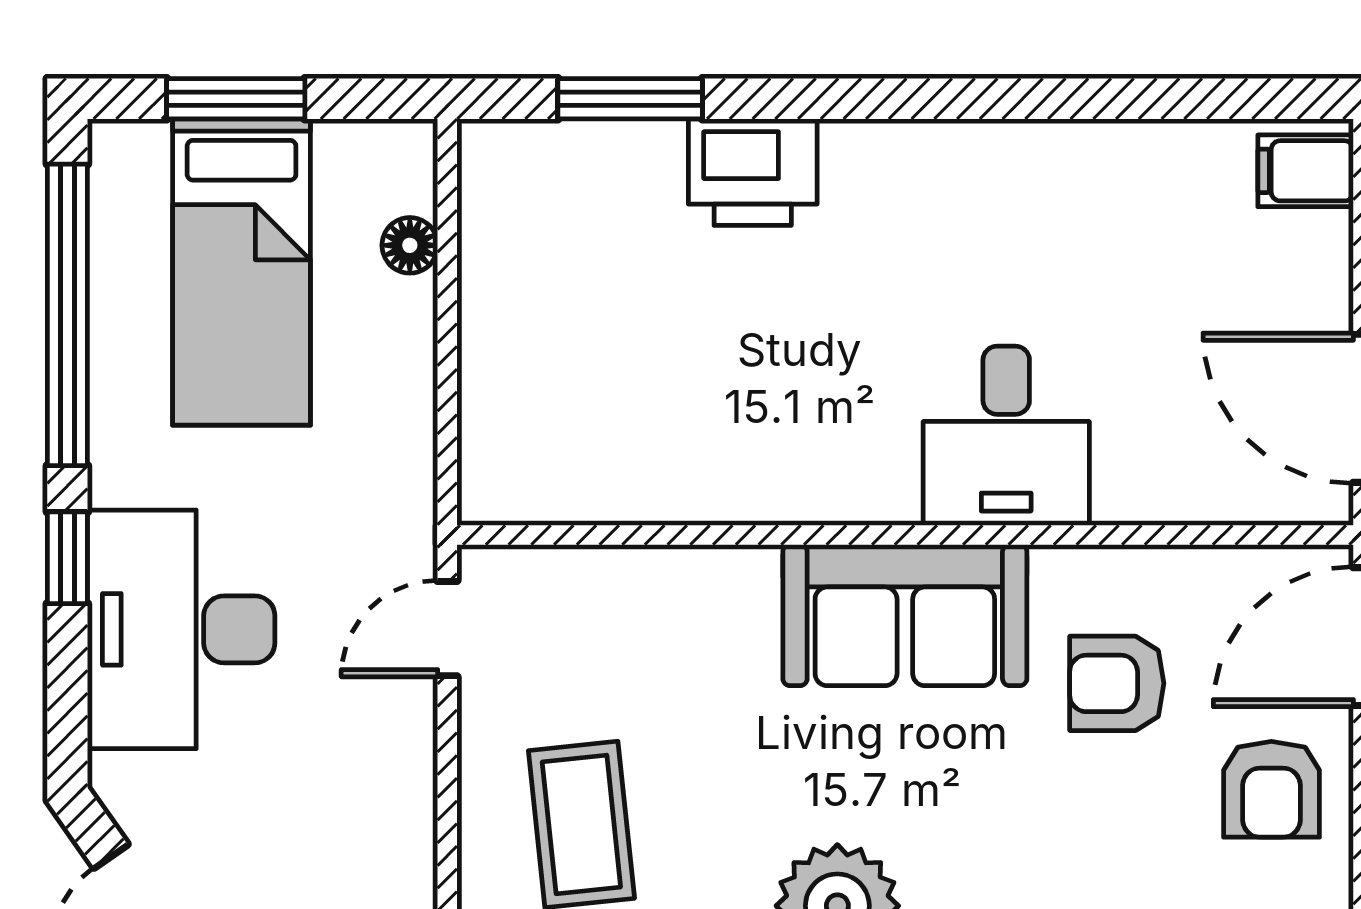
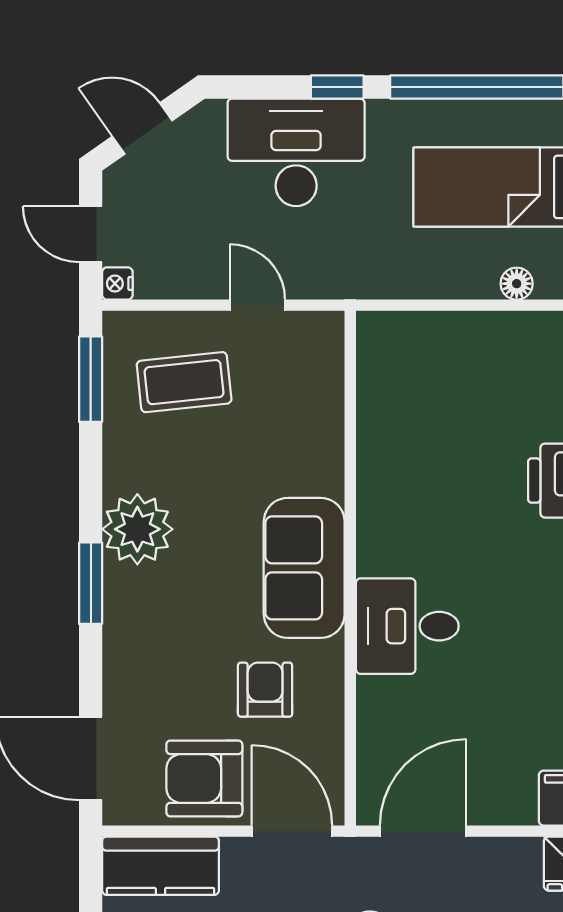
door: (447, 629) -> (257, 305), moved
armchair: (1271, 789) -> (204, 778), width x1.38, depth x1.38

